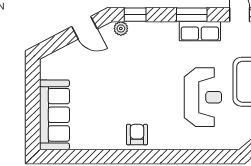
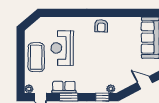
door: (84, 28) -> (145, 83), moved

